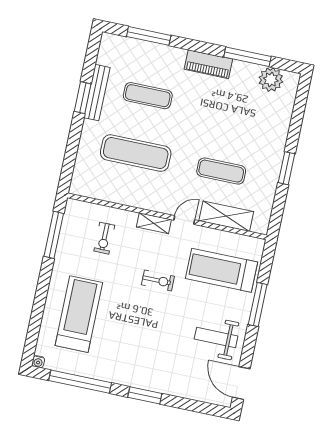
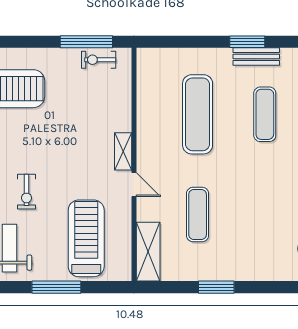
bench: (97, 93) -> (256, 56), width x0.73
shelving: (226, 216) -> (148, 252), moved
exercise bike: (104, 238) -> (99, 60), moved
exercise bike: (158, 280) -> (27, 192), moved

